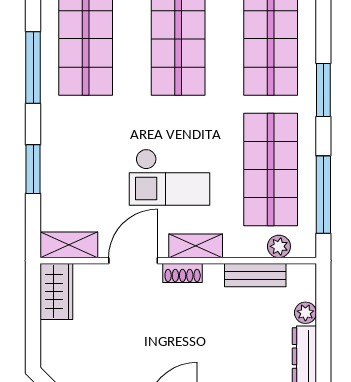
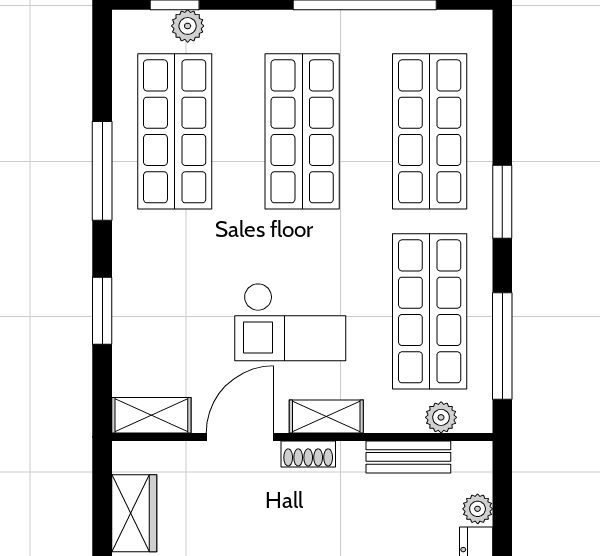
wardrobe: (56, 292) -> (134, 513), moved

